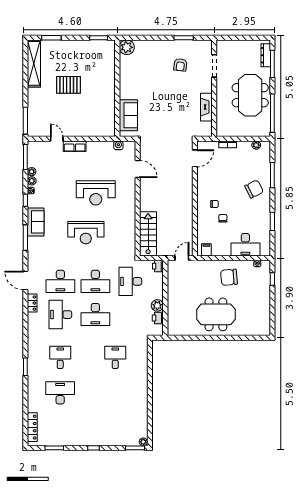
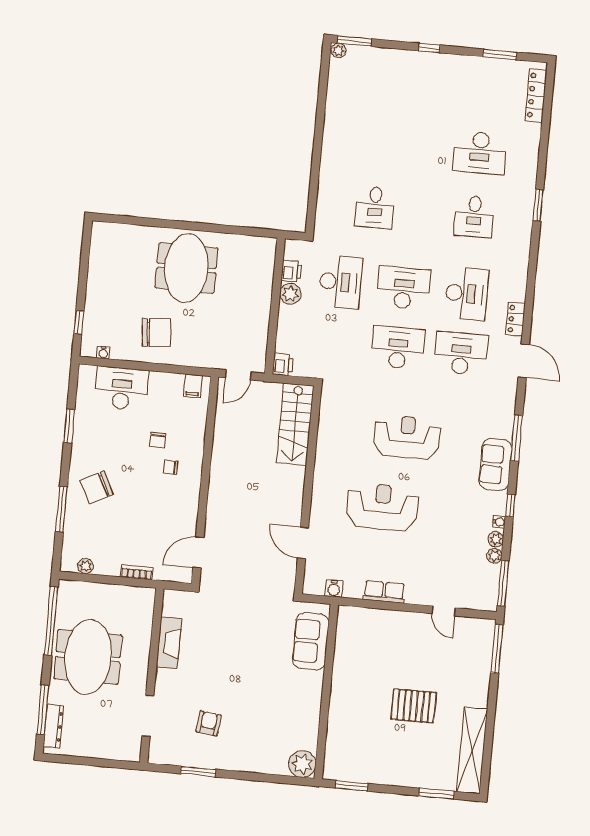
row of seats: (75, 146) -> (384, 592), moved
desk: (130, 281) -> (341, 282), moved
meeting table: (216, 314) -> (186, 268), turned 90

